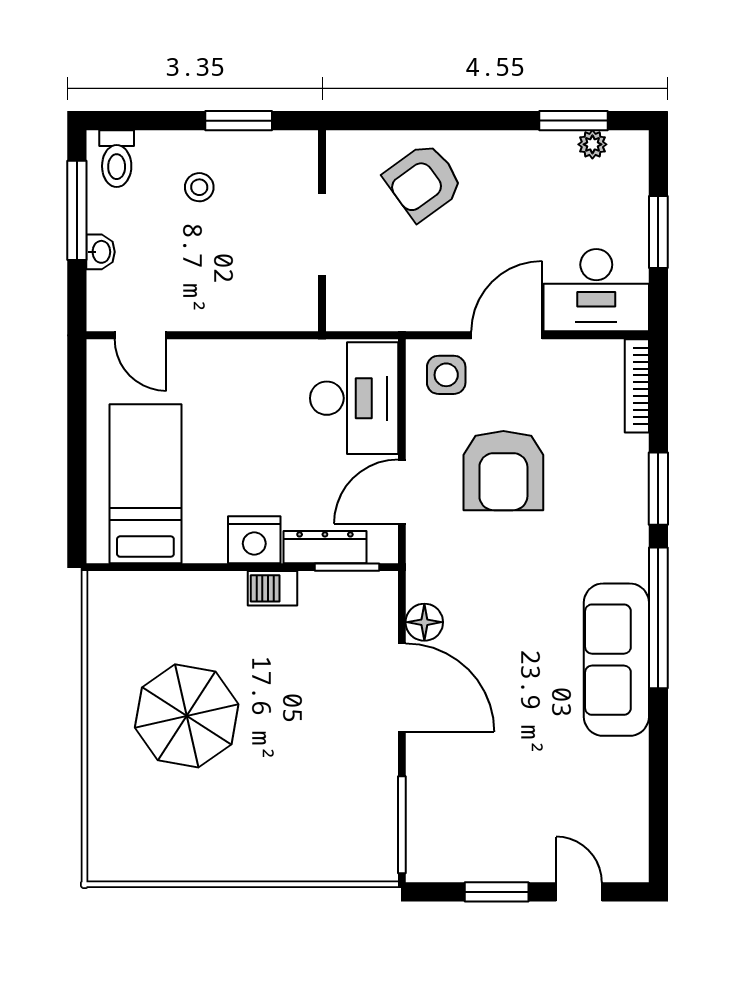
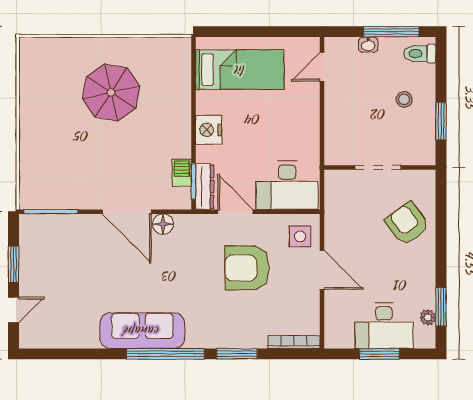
desk: (596, 290) -> (384, 326), moved, turned -90
dresser: (325, 547) -> (205, 187), moved
barbecue: (272, 588) -> (182, 173), moved
door: (402, 688) -> (127, 212), hinge flipped

